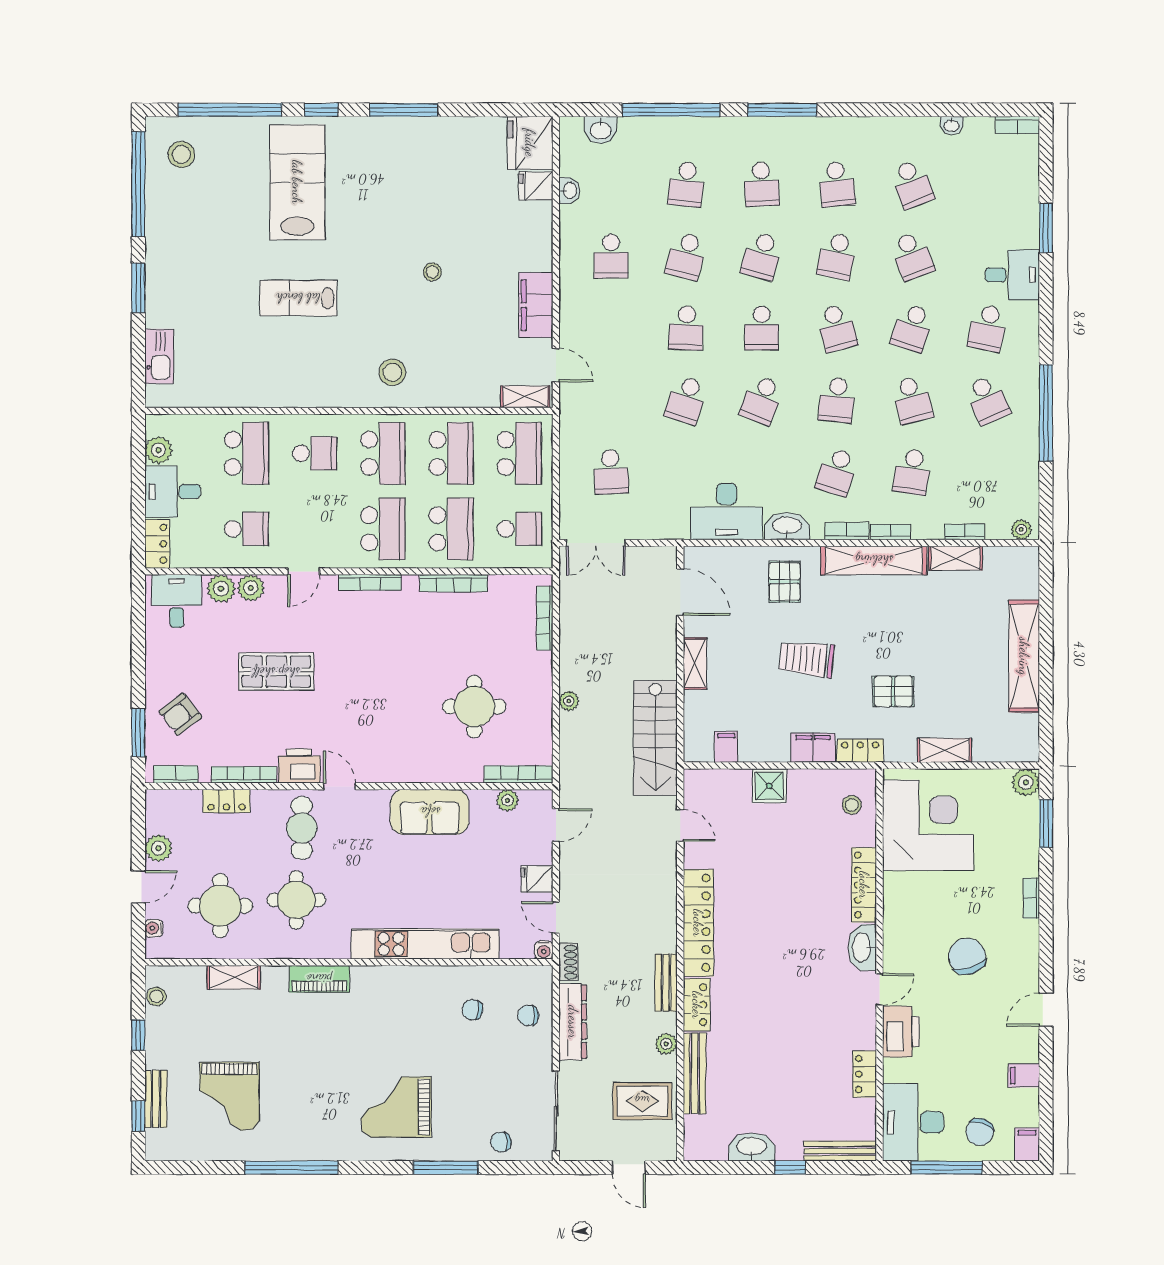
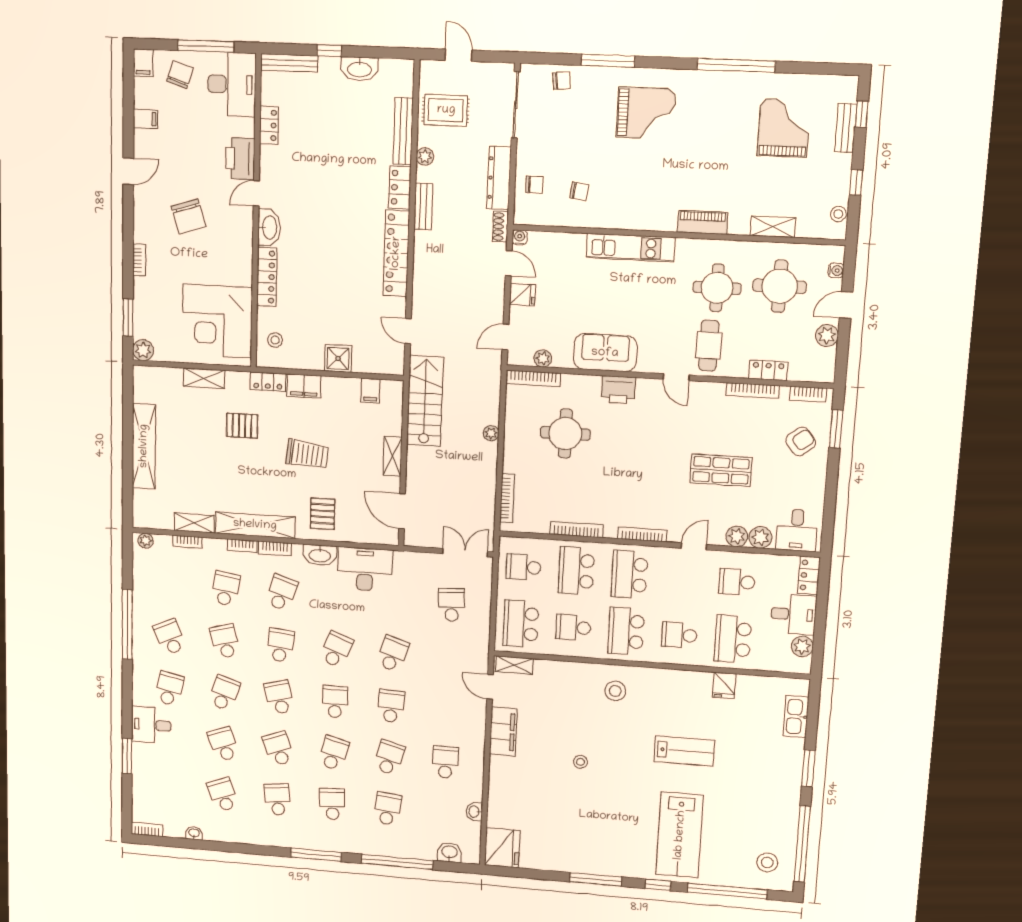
fridge: (536, 186) -> (724, 685), moved, turned 90
school desk: (837, 256) -> (278, 749), turned -33
school desk: (451, 453) -> (573, 627), width x0.54
printer: (299, 766) -> (618, 390), moved
kitchen unit: (425, 944) -> (631, 248), width x0.73

